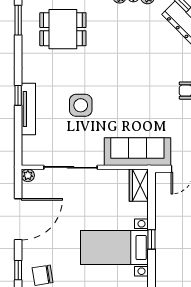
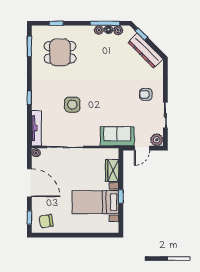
tv unit: (28, 109) -> (36, 128), moved
sofa: (137, 152) -> (117, 136), width x0.73
wardrobe: (139, 185) -> (112, 171), moved
door: (18, 219) -> (29, 183), hinge flipped

